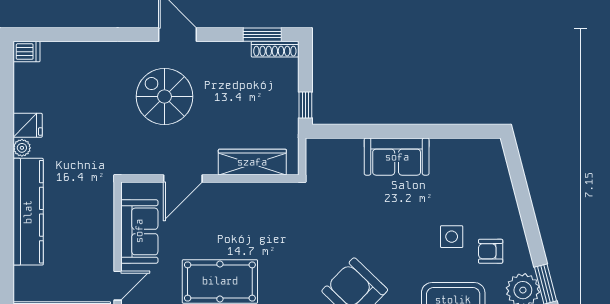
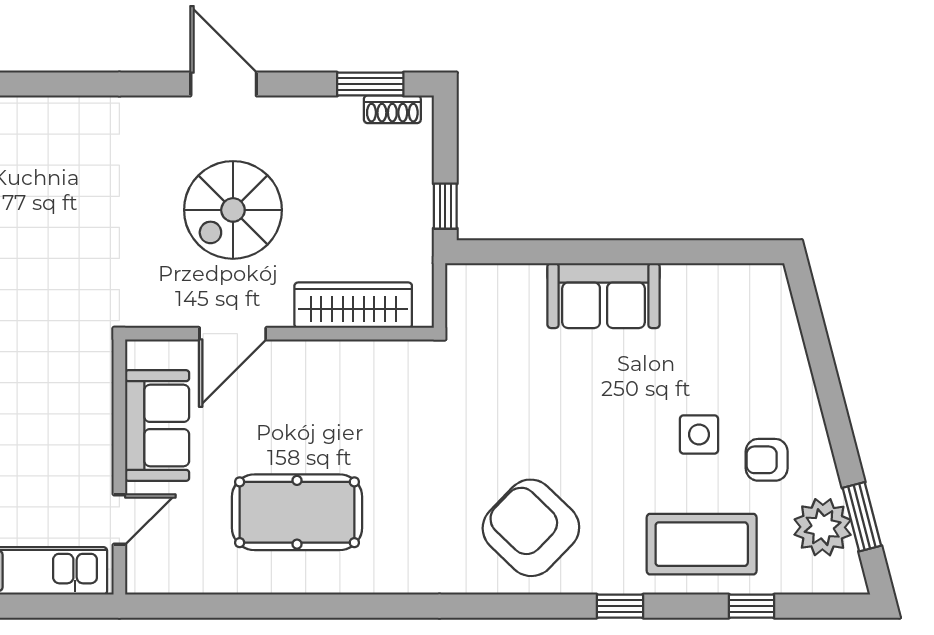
shoe rack: (275, 49) -> (392, 109), width x0.70
spiral stairs: (164, 97) -> (233, 210), moved, turned -90

